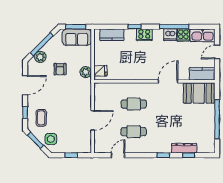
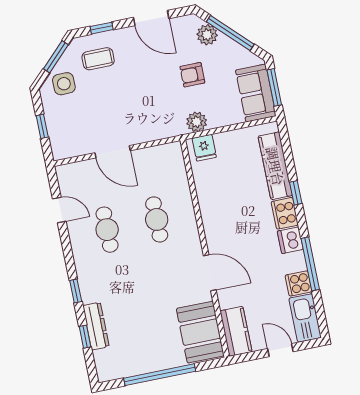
kitchen counter: (112, 35) -> (275, 166), width x1.50
dishwasher: (170, 35) -> (290, 240), moved

